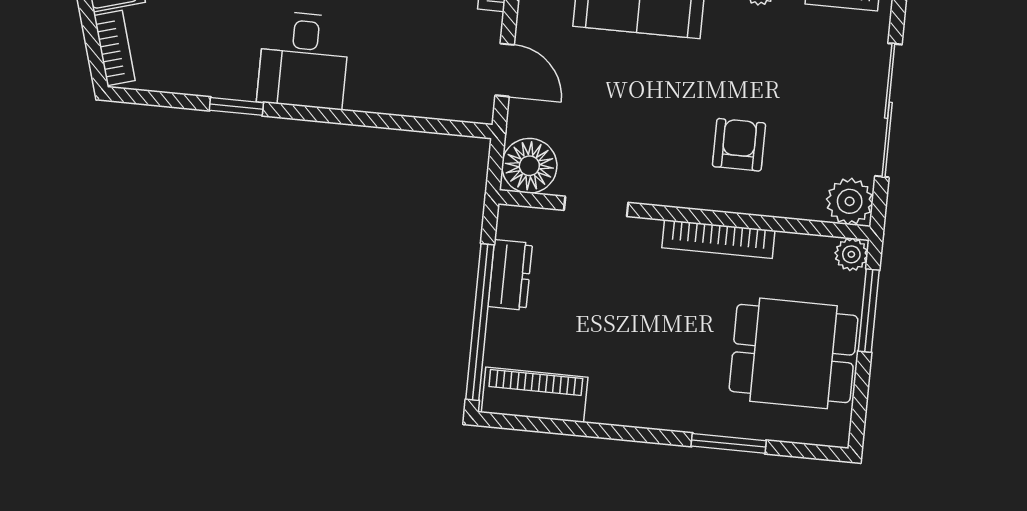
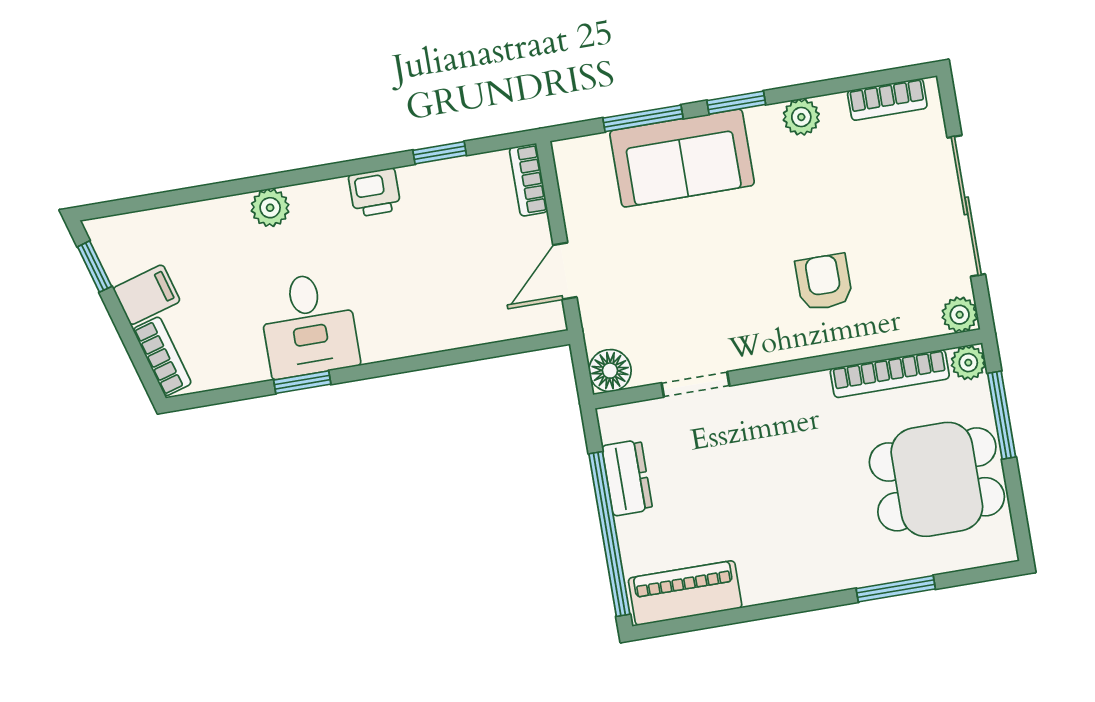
desk: (304, 60) -> (309, 325), moved
door: (505, 70) -> (565, 271), swing flipped
floor lamp: (529, 166) -> (610, 371), width x0.73, depth x0.73
plant: (850, 201) -> (960, 315), width x0.73, depth x0.73
bookcase: (718, 239) -> (890, 374), moved

